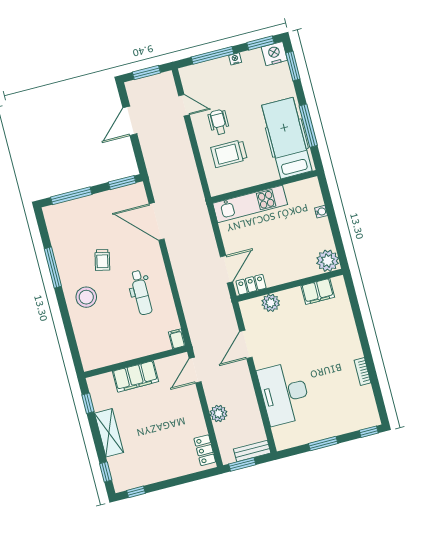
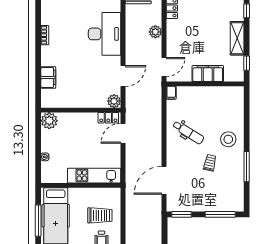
door: (157, 221) -> (164, 180), swing flipped
filing cabinet: (318, 291) -> (48, 77), moved, turned 90
dental chair: (141, 293) -> (188, 132), turned 122
plant: (271, 303) -> (114, 101), moved

